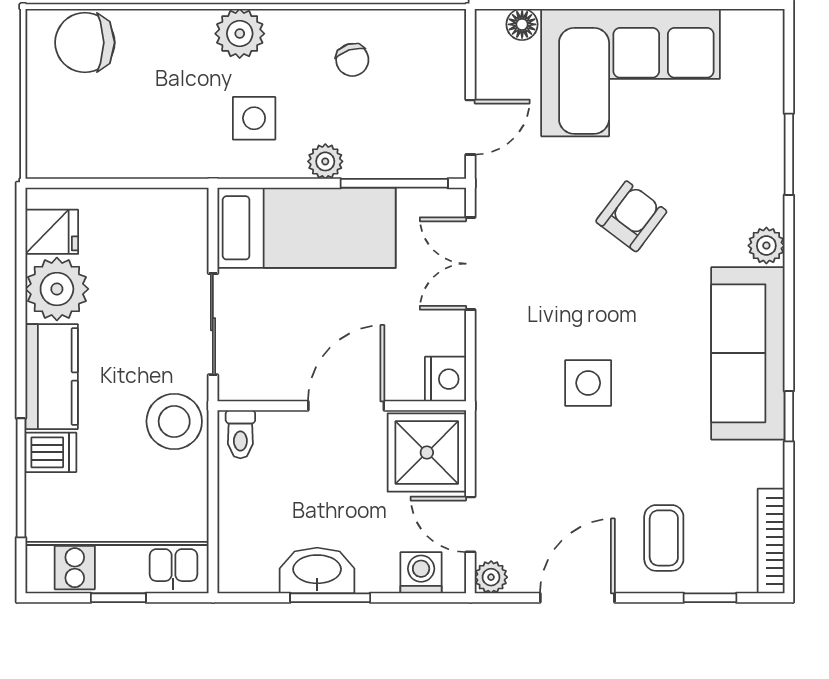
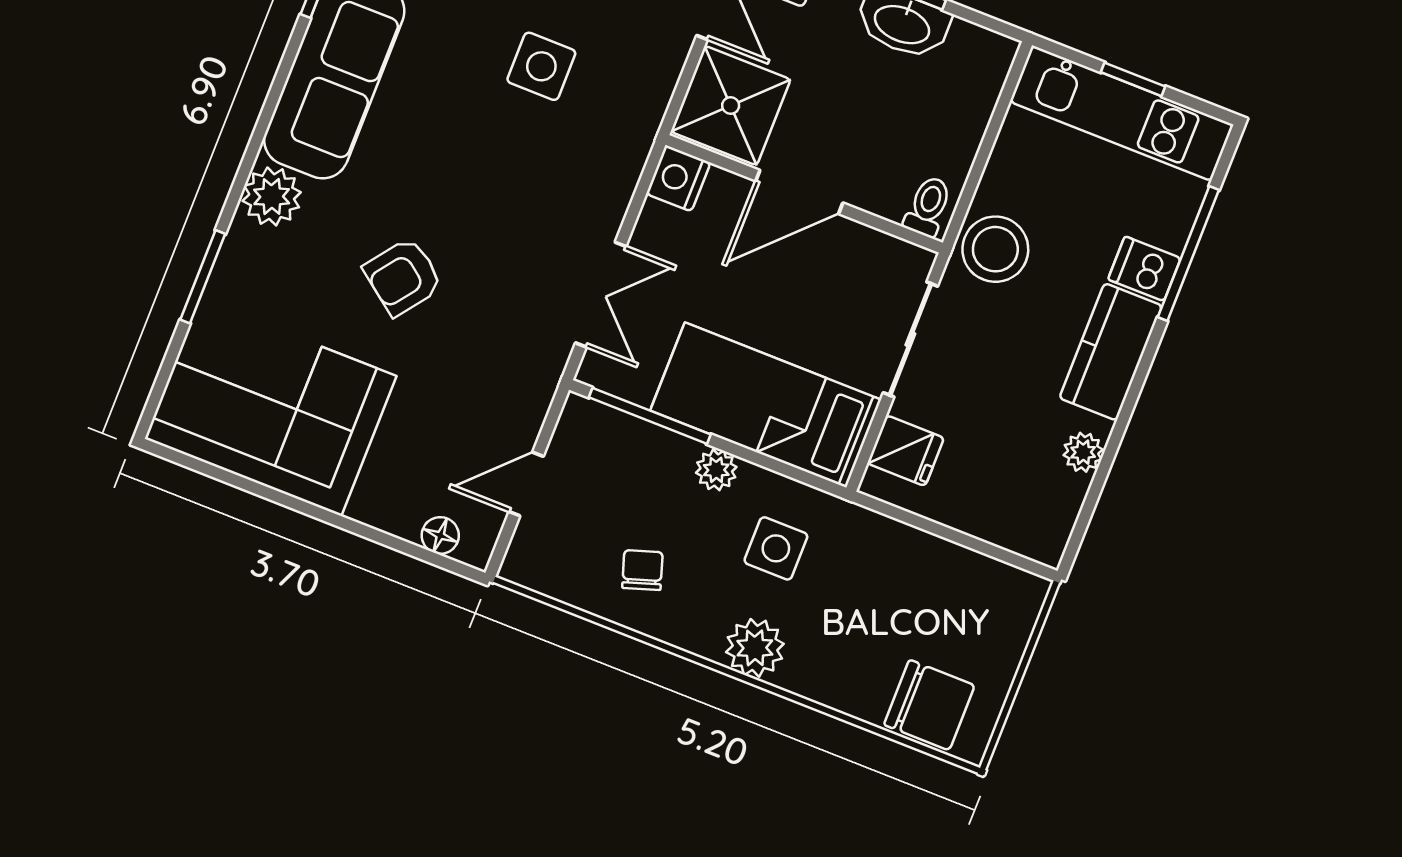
corner sofa: (630, 73) -> (271, 407), moved
door: (470, 127) -> (526, 484), moved
fridge: (52, 232) -> (906, 451), moved, turned 180
plant: (766, 246) -> (272, 197), width x1.38, depth x1.38
plant: (57, 289) -> (1083, 452), width x0.53, depth x0.53
side table: (588, 383) -> (541, 66), moved

